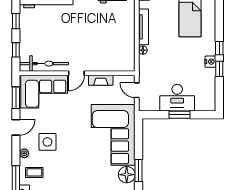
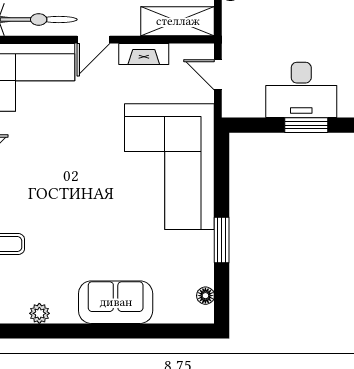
shelving: (117, 64) -> (178, 21), added
side table: (47, 142) -> (34, 181), removed
floor lamp: (127, 175) -> (197, 249), removed

